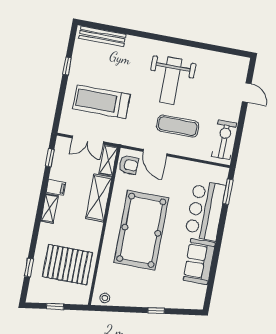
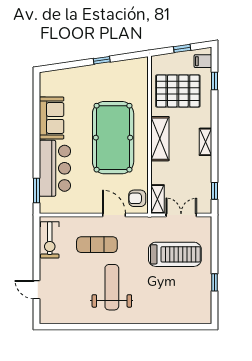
bench: (102, 36) -> (186, 317), removed
filing cabinet: (56, 187) -> (203, 61), moved
shelving: (99, 198) -> (160, 139), moved
stool: (105, 298) -> (136, 66), removed
window: (156, 311) -> (102, 60), moved

